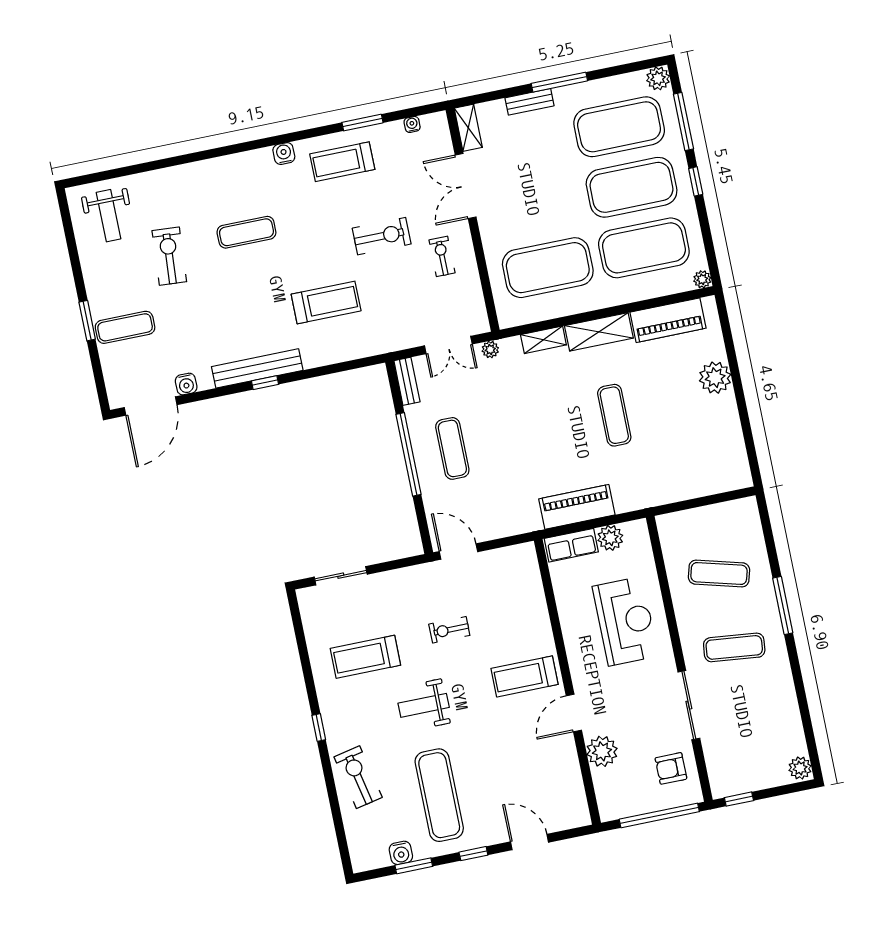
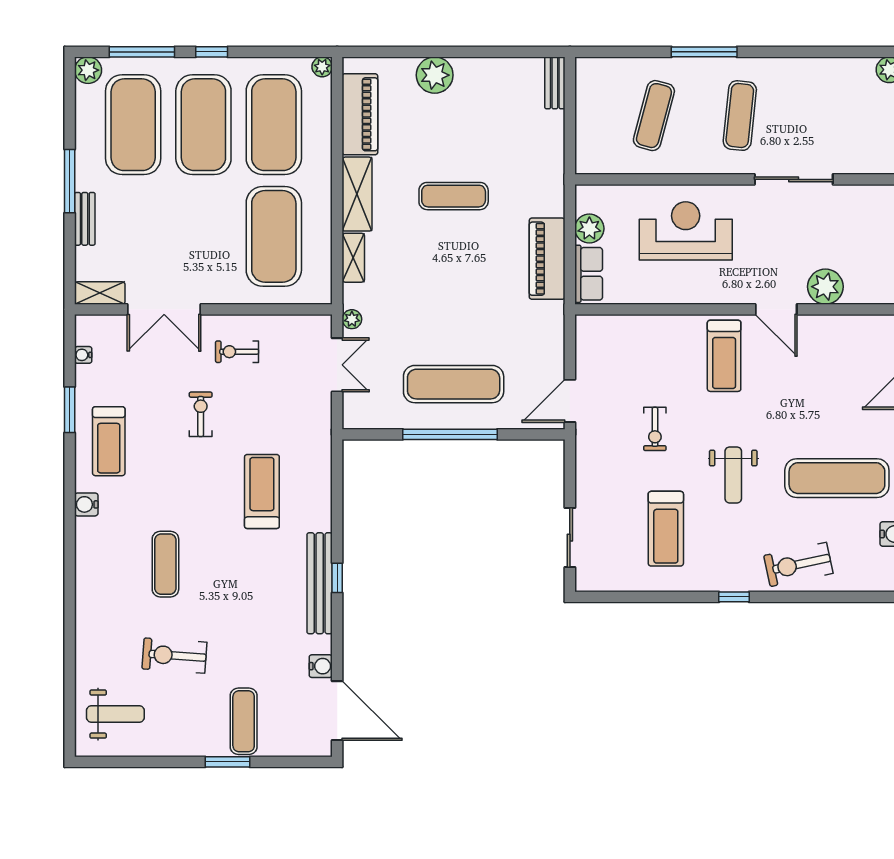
exercise bike: (382, 236) -> (201, 414), width x0.73, depth x0.72
bench: (407, 381) -> (555, 83), moved, turned 90
exercise mat: (452, 448) -> (454, 384), width x1.36, depth x1.45
armchair: (671, 768) -> (860, 214), removed

